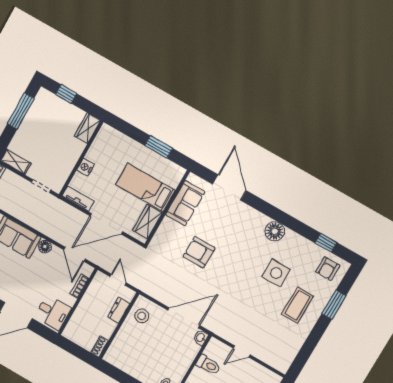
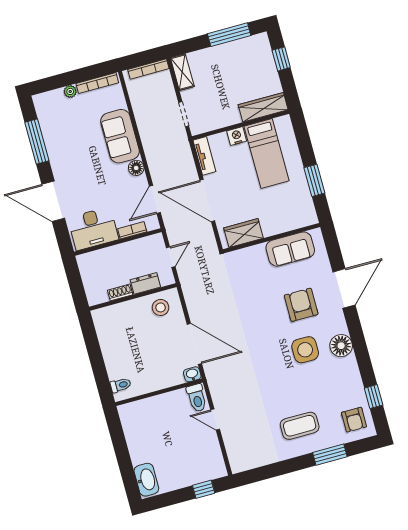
wardrobe: (87, 128) -> (263, 107), width x1.50
bed: (145, 187) -> (267, 153), moved, turned 180
door: (229, 187) -> (344, 288), moved
armchair: (199, 252) -> (301, 305), moved
armchair: (328, 269) -> (354, 420), turned -90
side table: (276, 273) -> (305, 350), moved
desk: (53, 312) -> (93, 229), width x1.37
shoe rack: (100, 346) -> (120, 292), moved
toilet: (208, 365) -> (197, 398), moved

